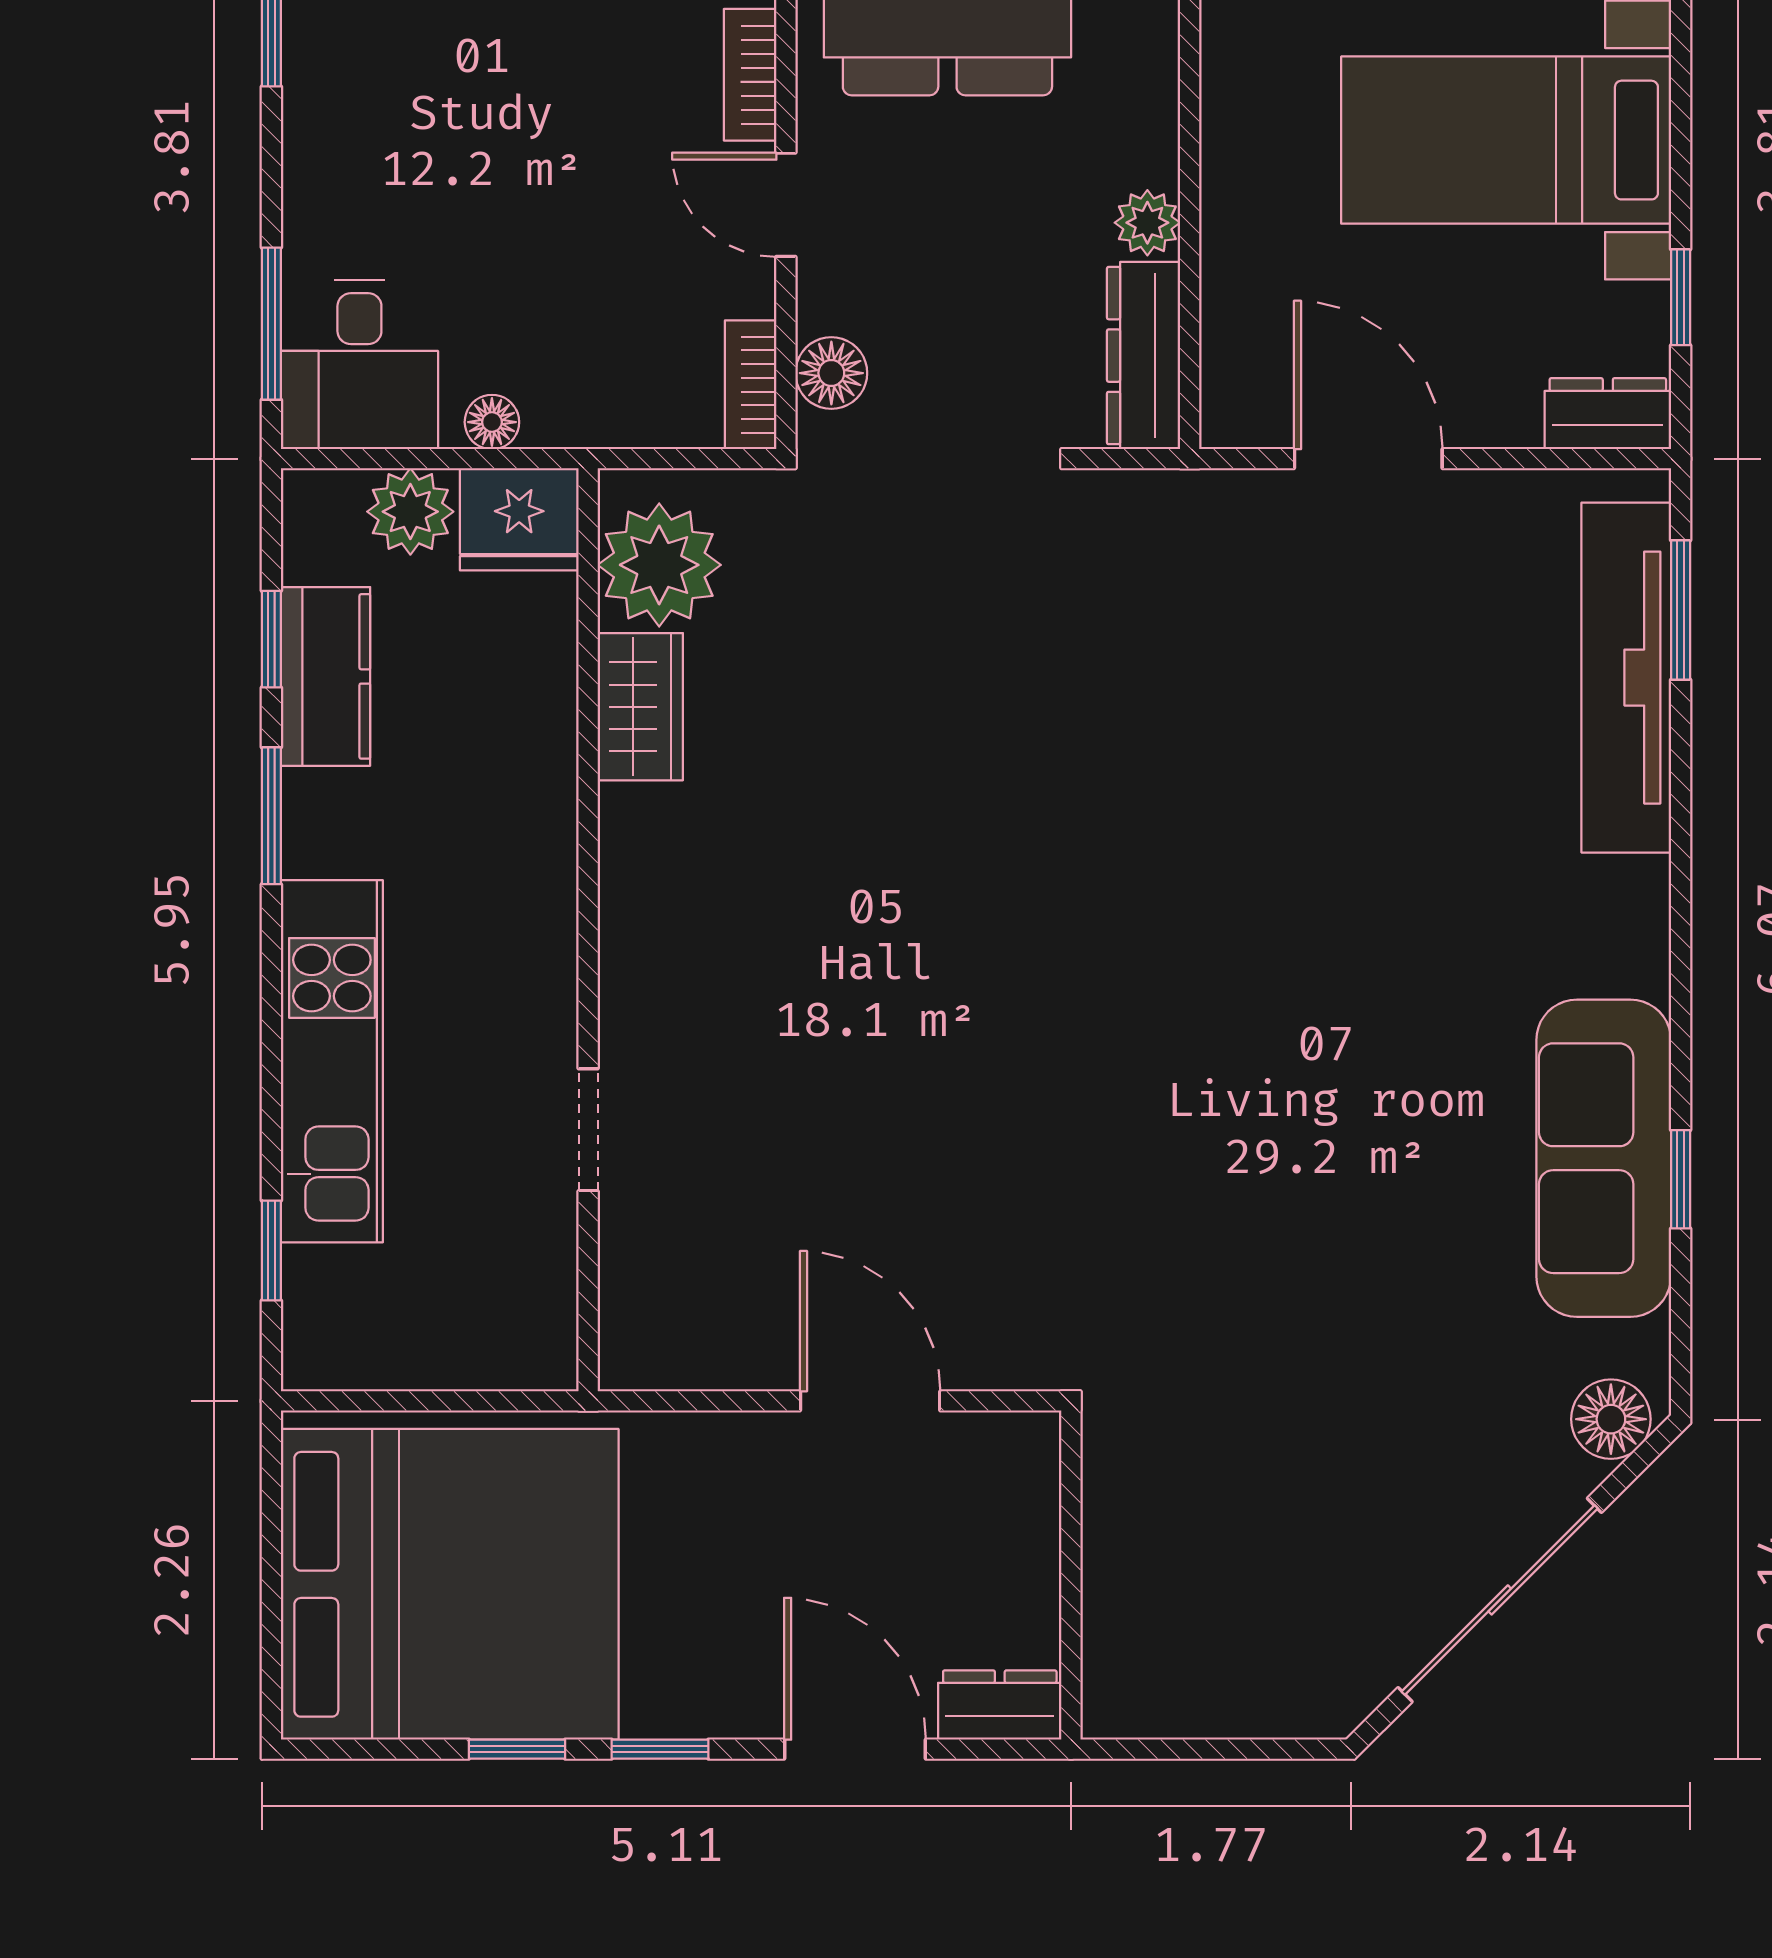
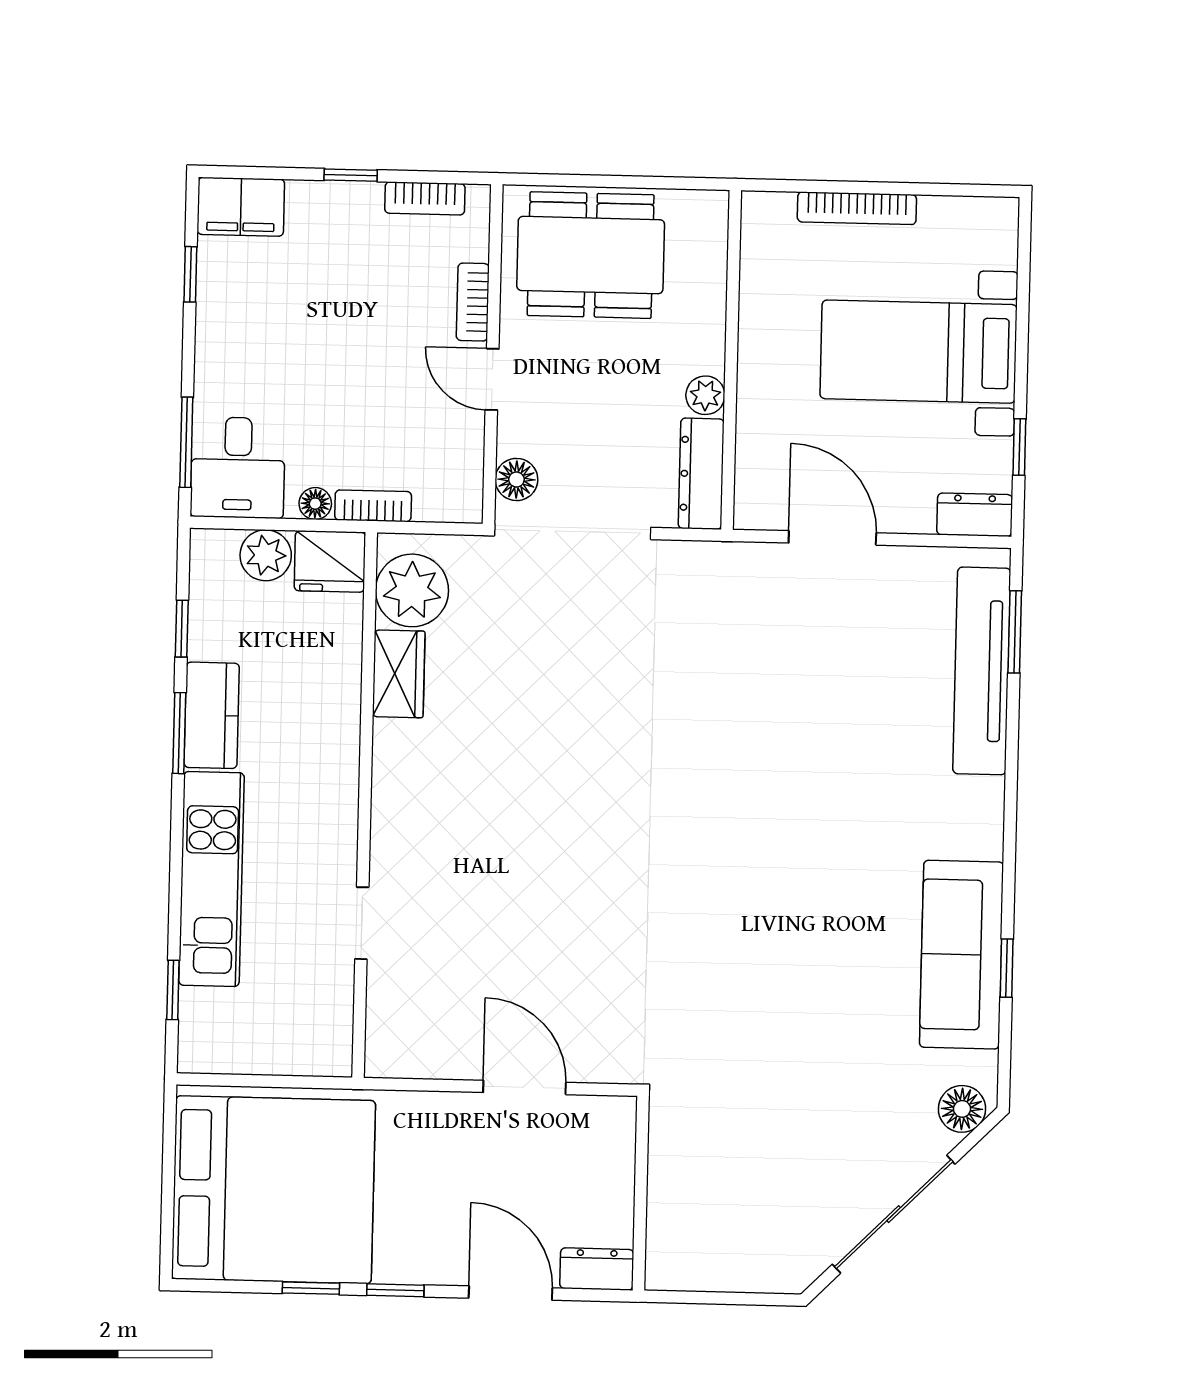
bookcase: (751, 385) -> (373, 506), moved, turned 90
kitchen counter: (326, 676) -> (212, 715), moved

